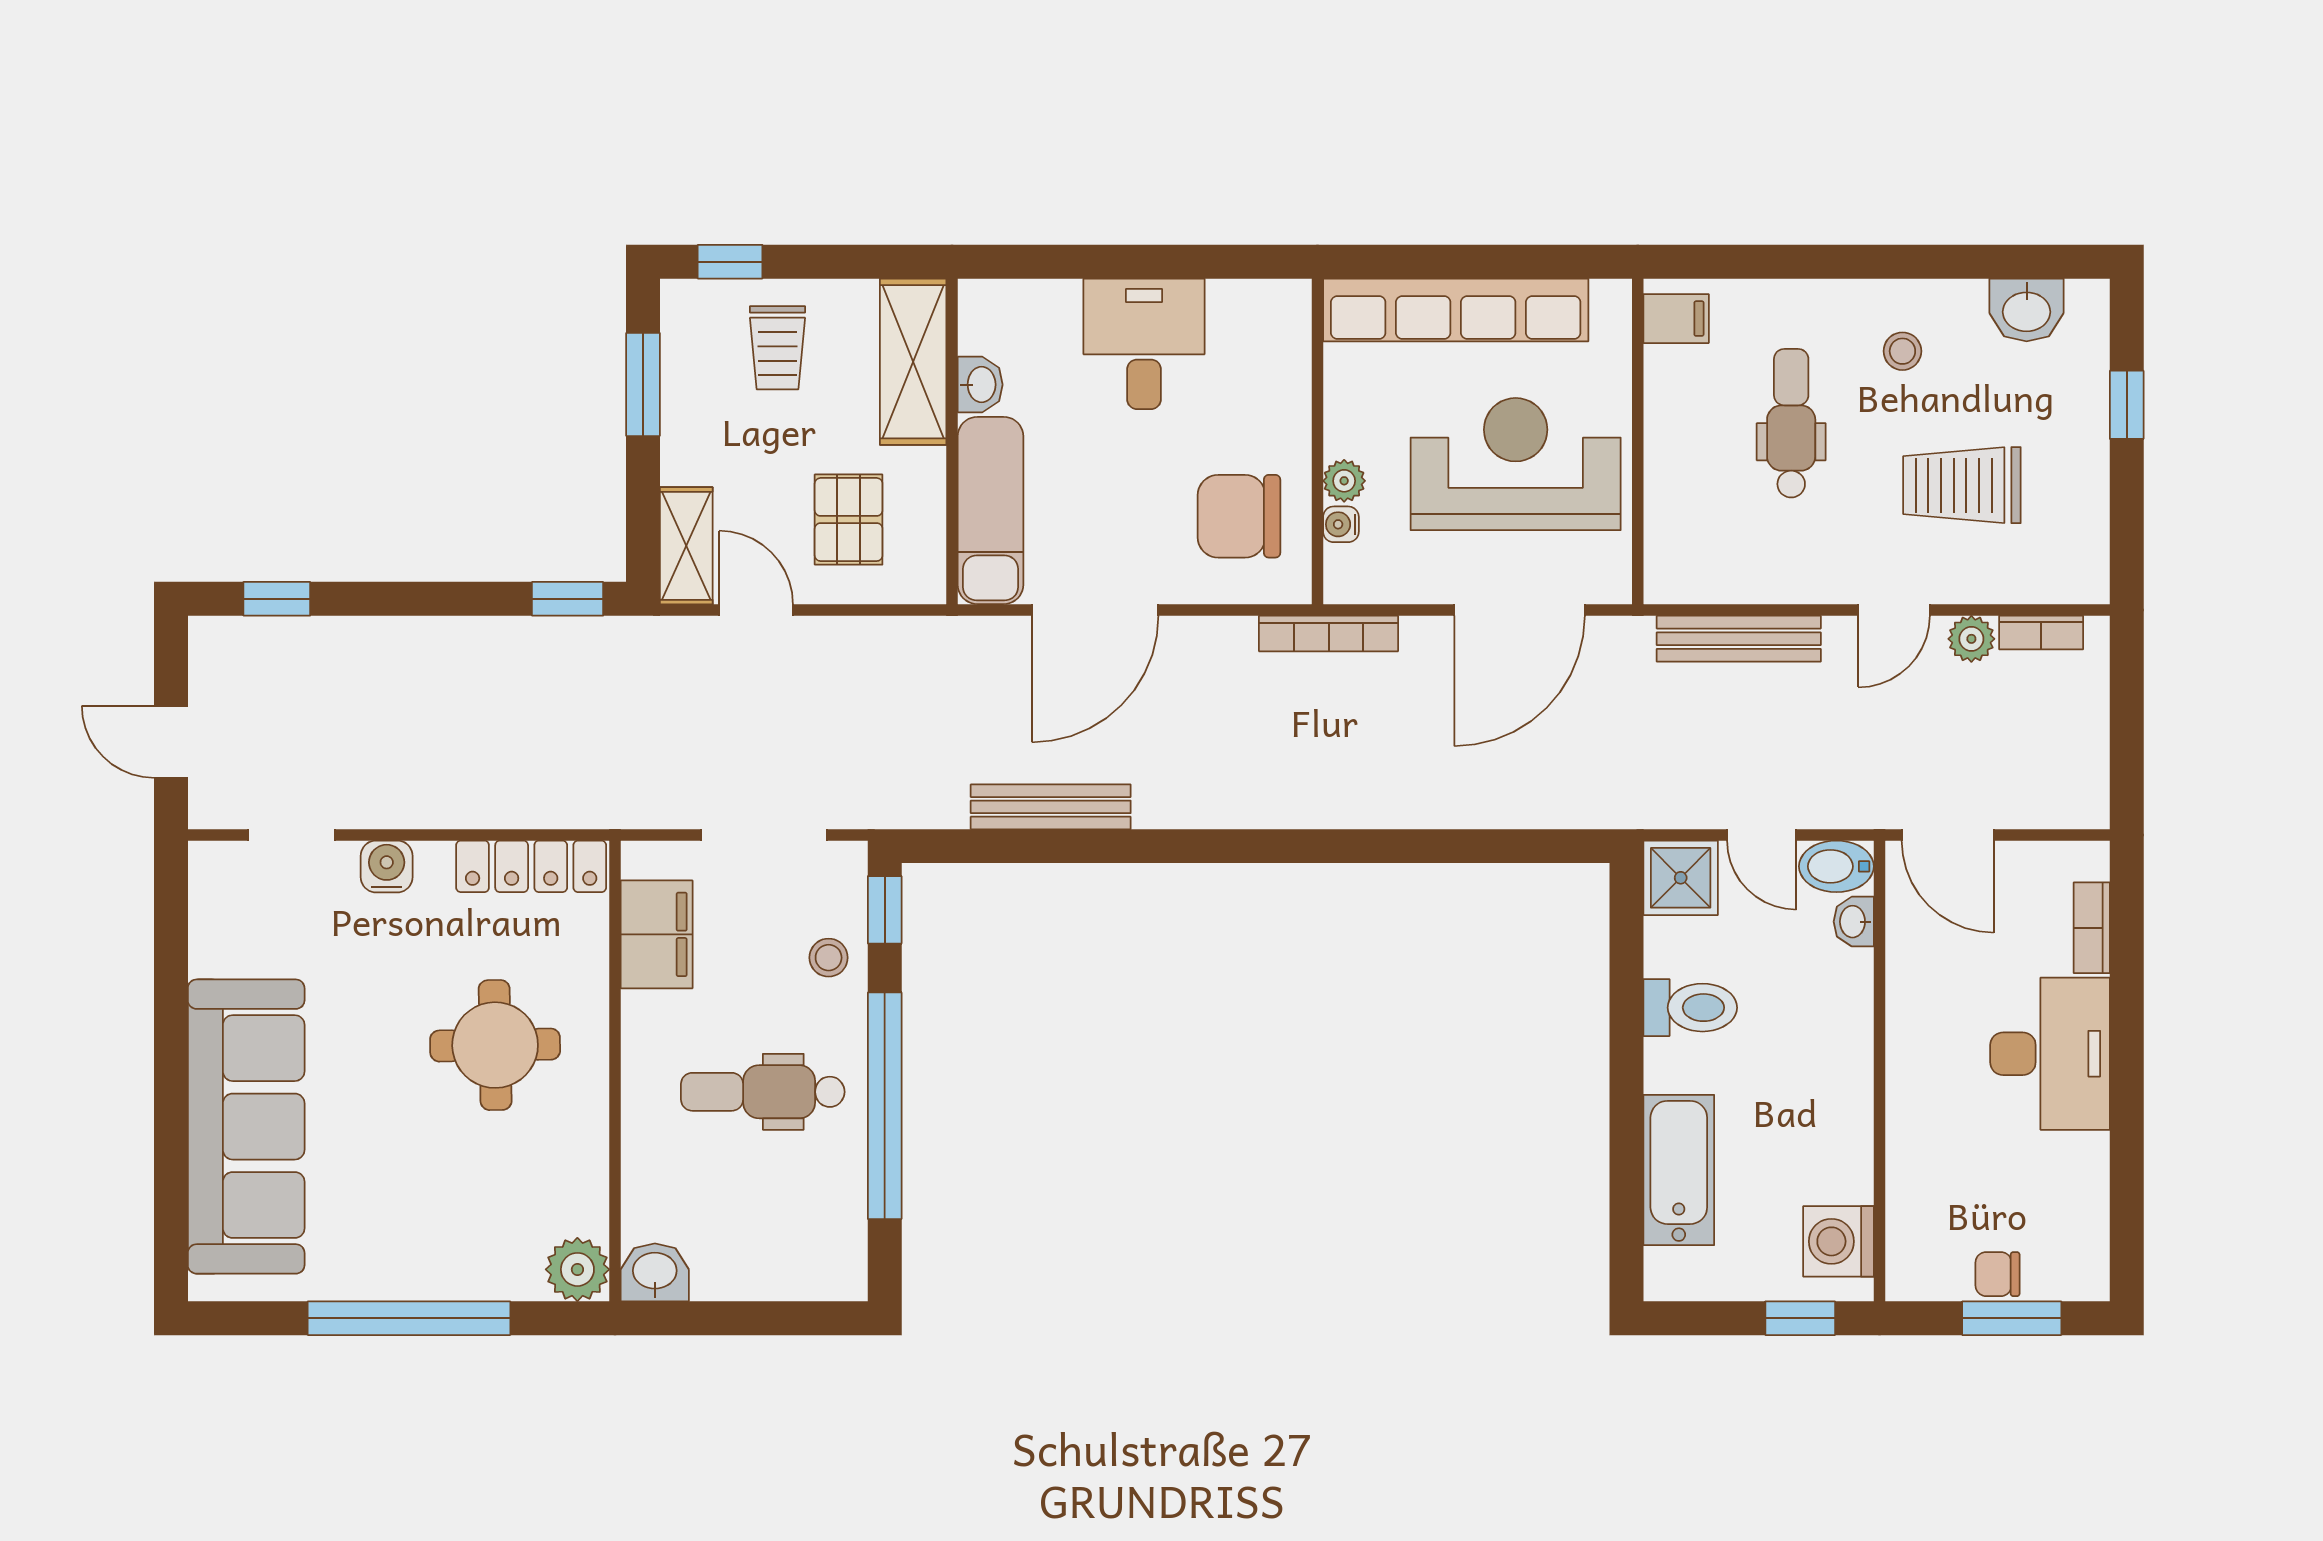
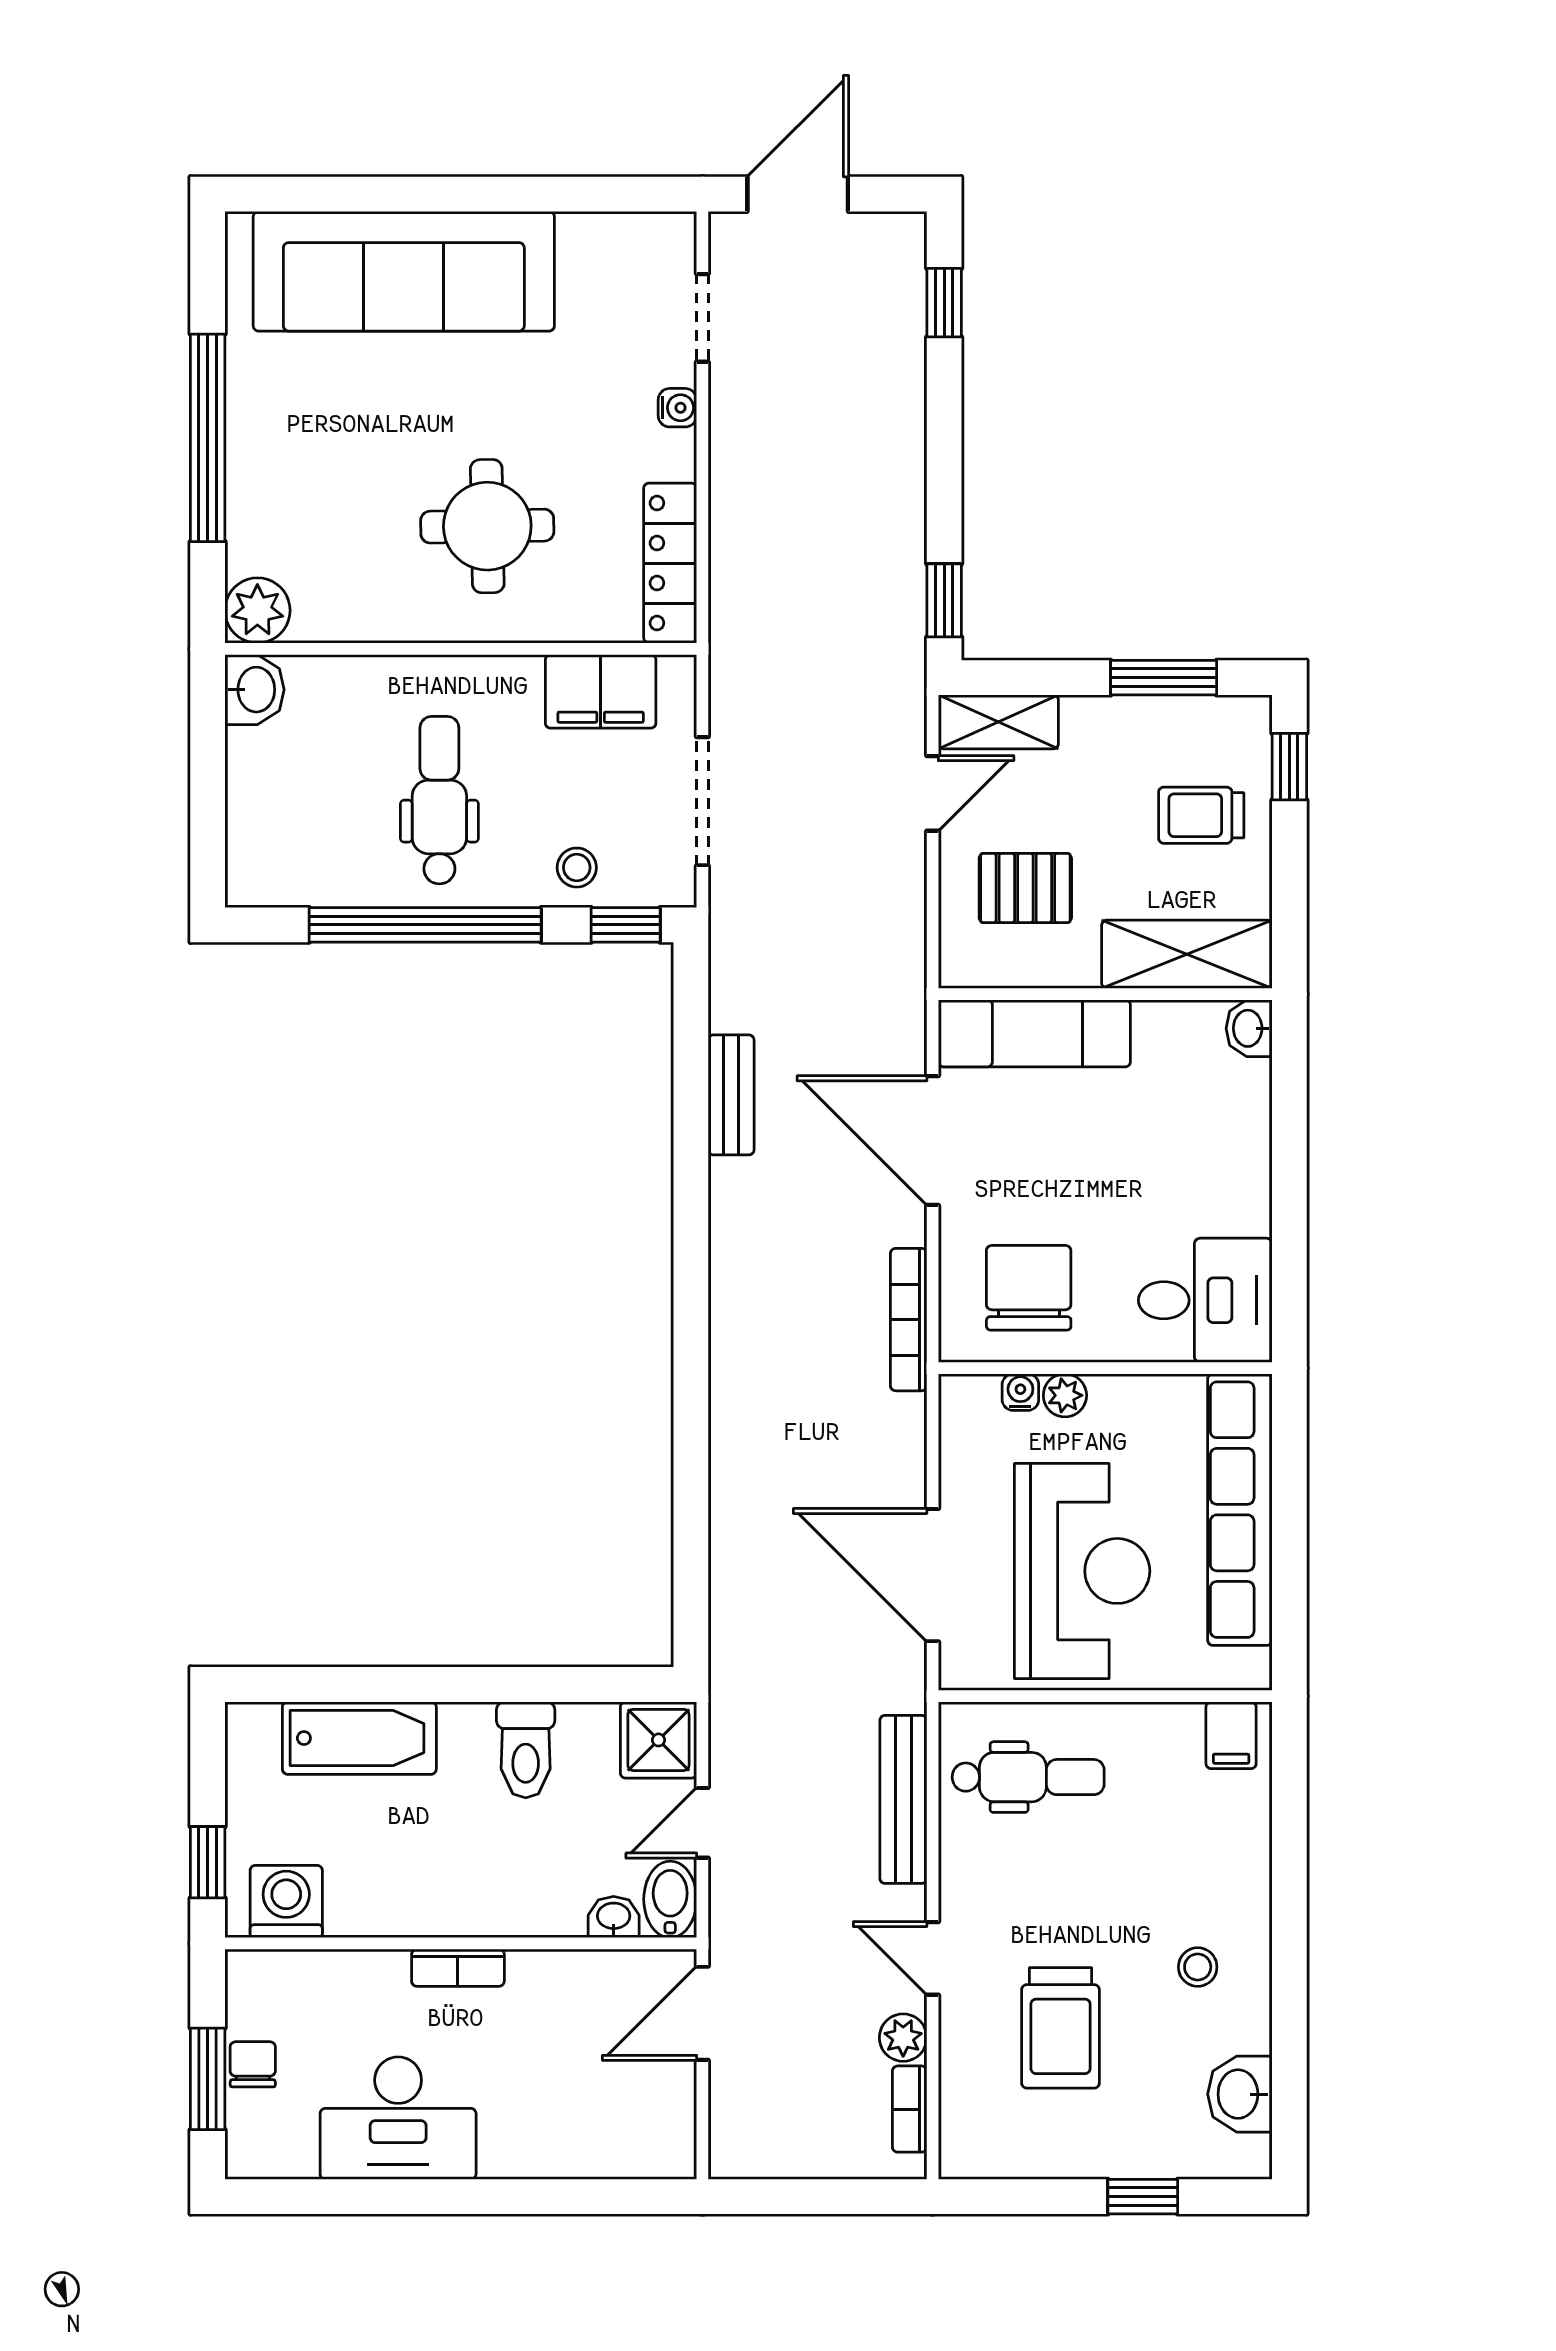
desk: (1144, 344) -> (1205, 1300), moved
washbasin: (980, 385) -> (1249, 1028), moved, turned 90
dental chair: (1791, 423) -> (1028, 1777), moved
trolley: (1962, 485) -> (1061, 2028), turned 180
bookcase: (1329, 634) -> (909, 1320), moved
door: (171, 742) -> (798, 194), width x1.38
bench: (1051, 807) -> (731, 1095), width x0.73
water cooler: (387, 866) -> (677, 408), width x0.72, depth x0.72
bookcase: (2092, 928) -> (458, 1968), moved, turned 180
desk: (2050, 1054) -> (398, 2118), moved

